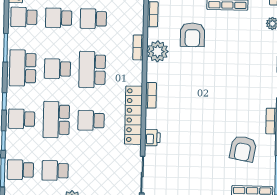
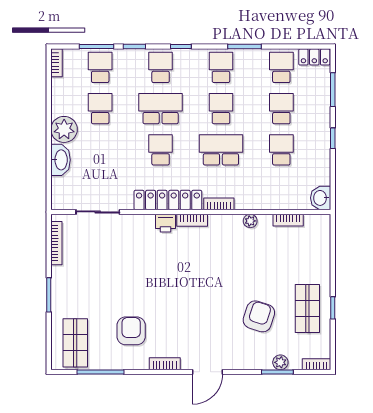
armchair: (192, 35) -> (259, 316), moved, turned 108
bookcase: (138, 47) -> (219, 204), moved
plant: (158, 51) -> (250, 221), width x0.53, depth x0.53
school desk: (23, 68) -> (221, 67), width x0.54
printer: (152, 138) -> (165, 223), moved
armchair: (243, 149) -> (131, 331), turned 80

